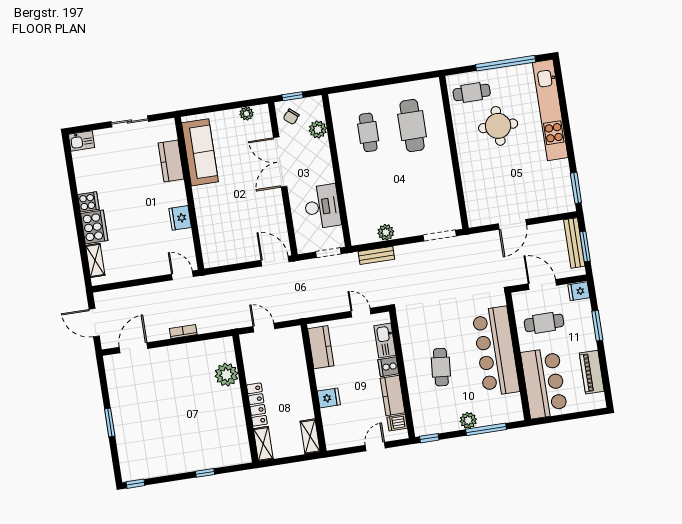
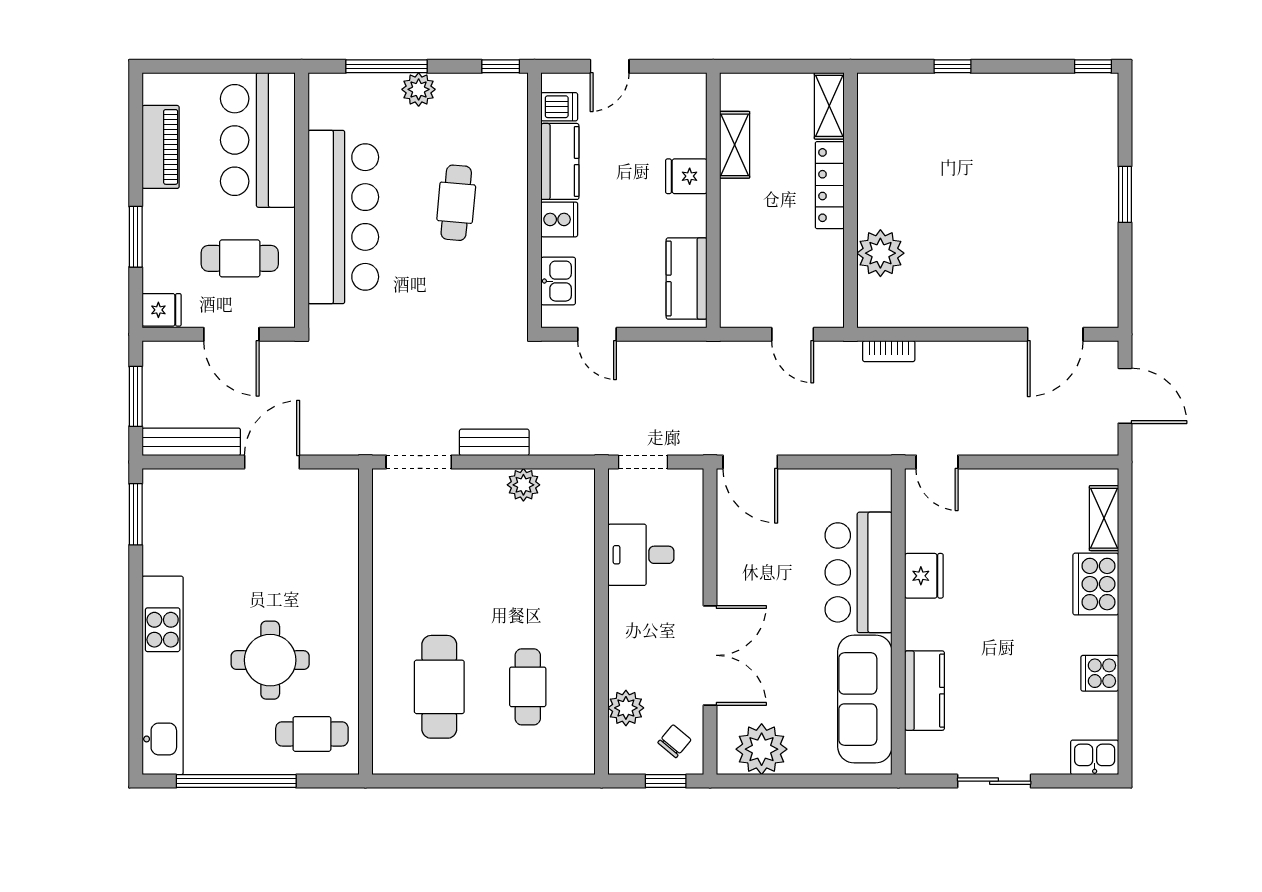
plant: (246, 114) -> (762, 749), width x1.88, depth x1.88
cooker: (88, 202) -> (1100, 673), moved
desk: (322, 207) -> (641, 555), width x0.73
bar counter: (213, 215) -> (859, 572), added
bench: (574, 243) -> (191, 442), moved, turned 90
bench: (376, 255) -> (494, 442), moved
bookcase: (183, 332) -> (889, 351), moved
kitchen sink: (385, 341) -> (558, 281), width x0.73
shelving: (310, 436) -> (735, 145), moved

